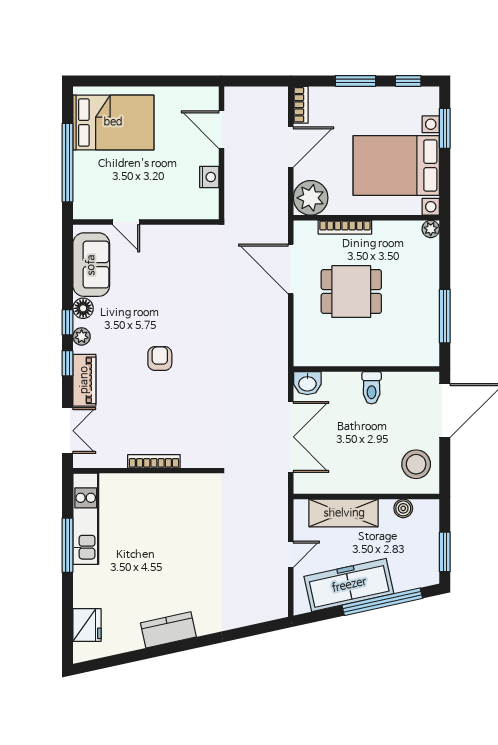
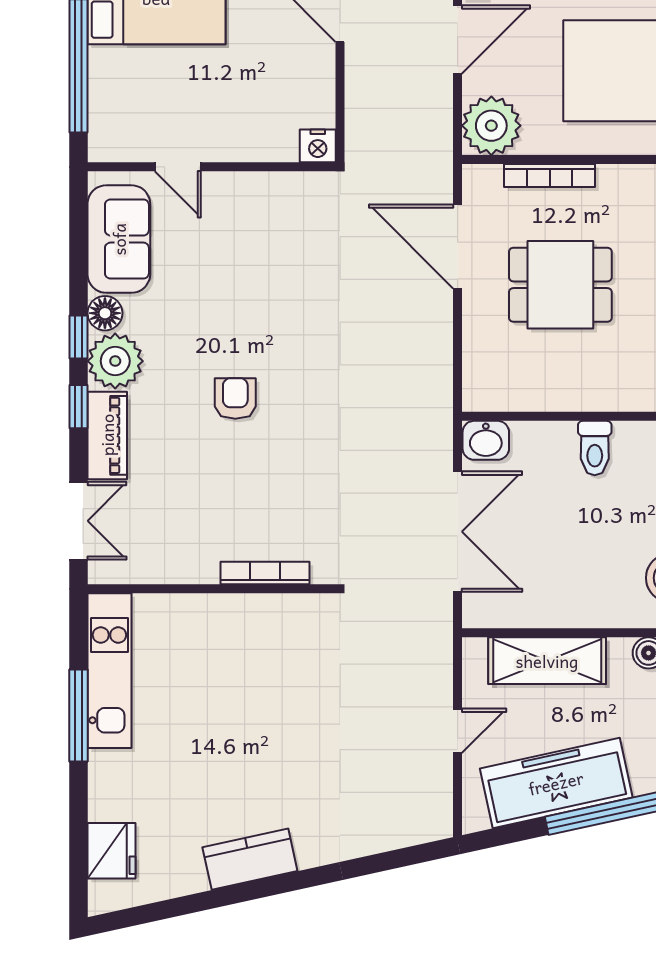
nightstand: (209, 177) -> (318, 146), moved, turned 90
plant: (82, 336) -> (115, 361), width x1.87, depth x1.87
bookcase: (154, 461) -> (265, 573), moved

